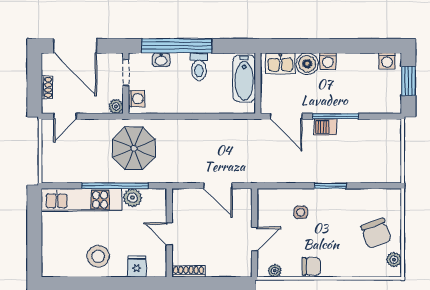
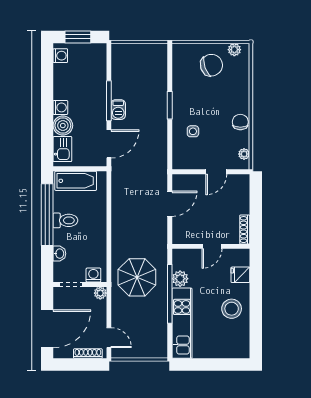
window: (177, 46) -> (47, 215), moved
shoe rack: (47, 87) -> (88, 354), width x1.43
door: (254, 239) -> (216, 172), swing flipped

